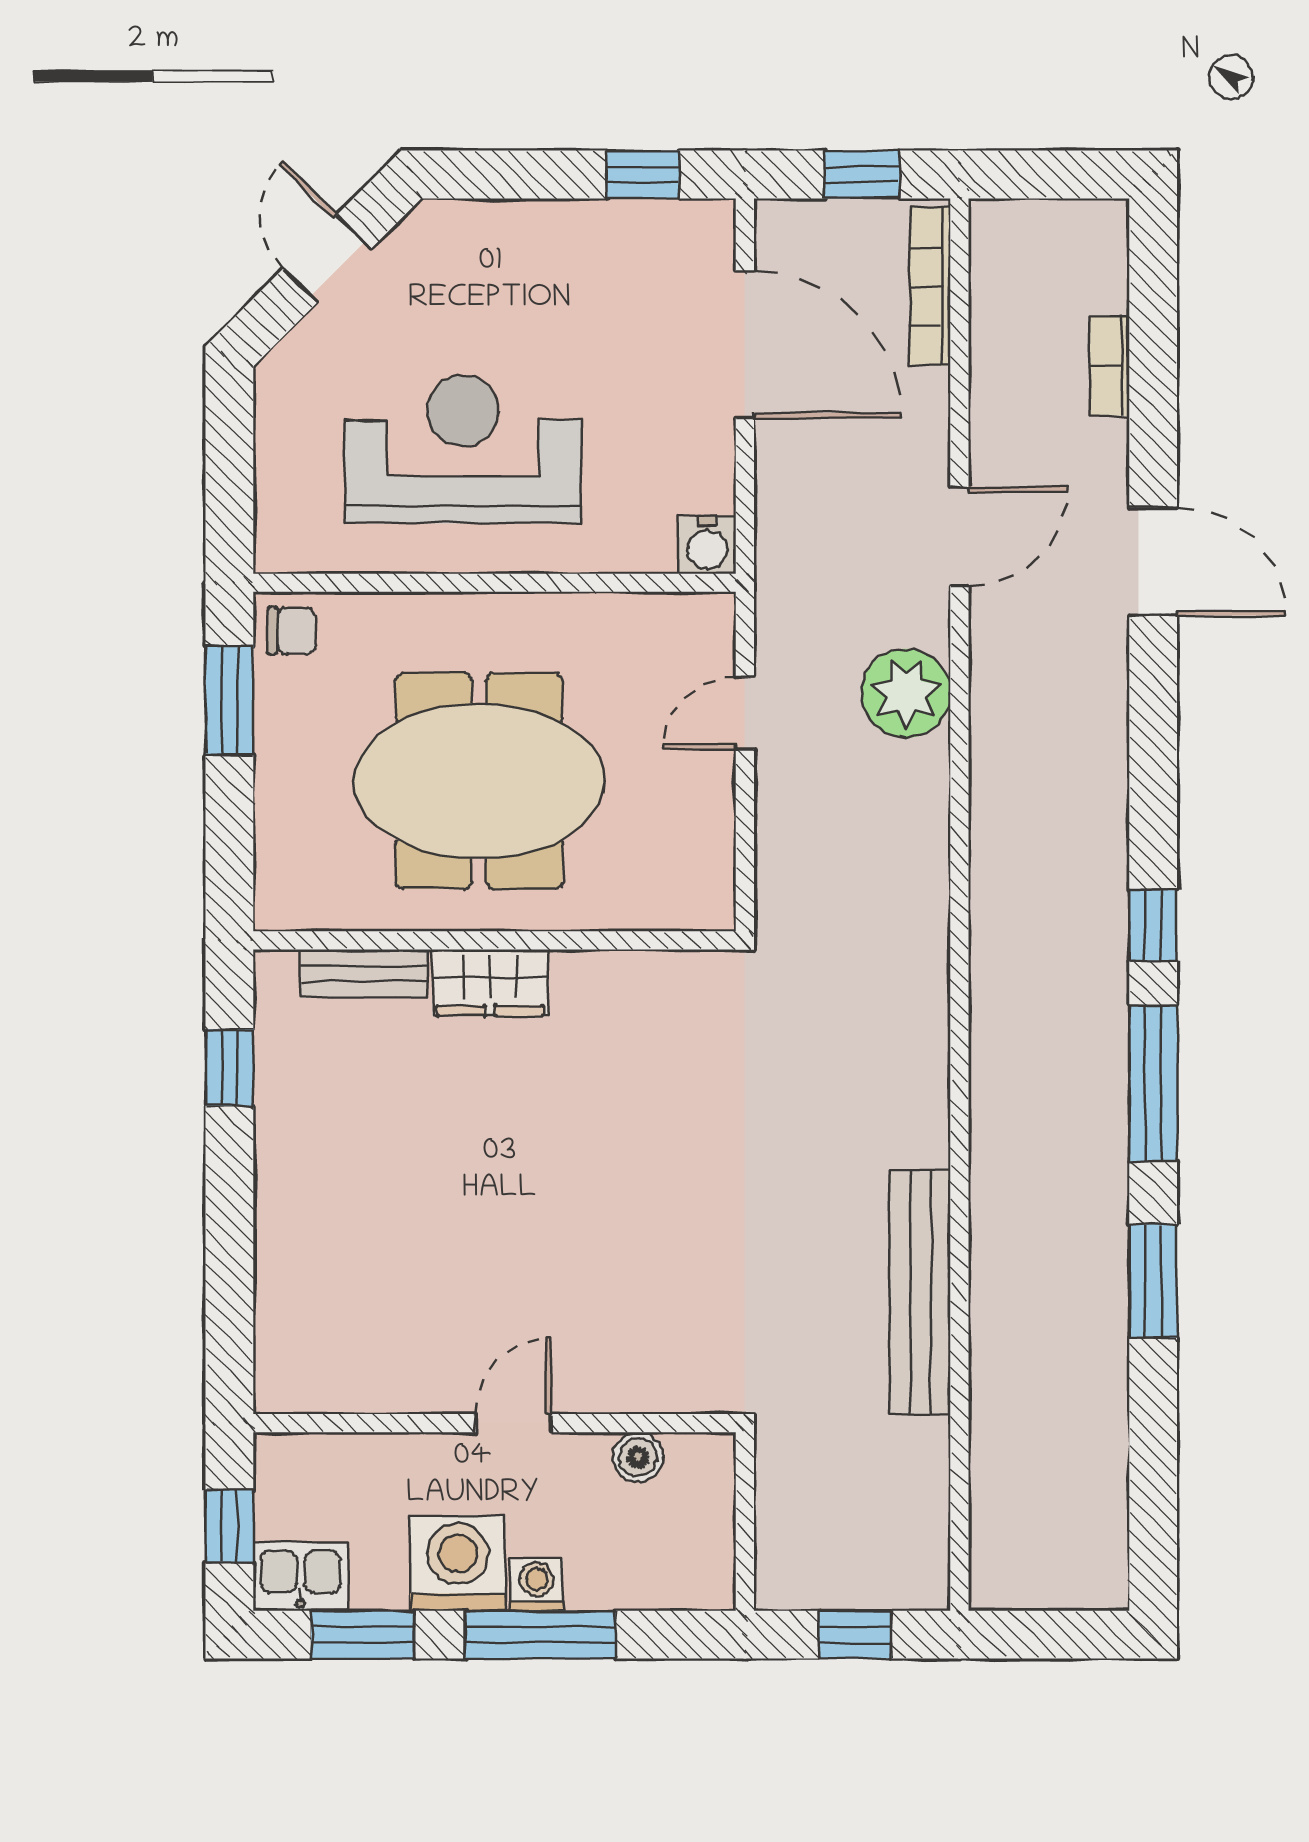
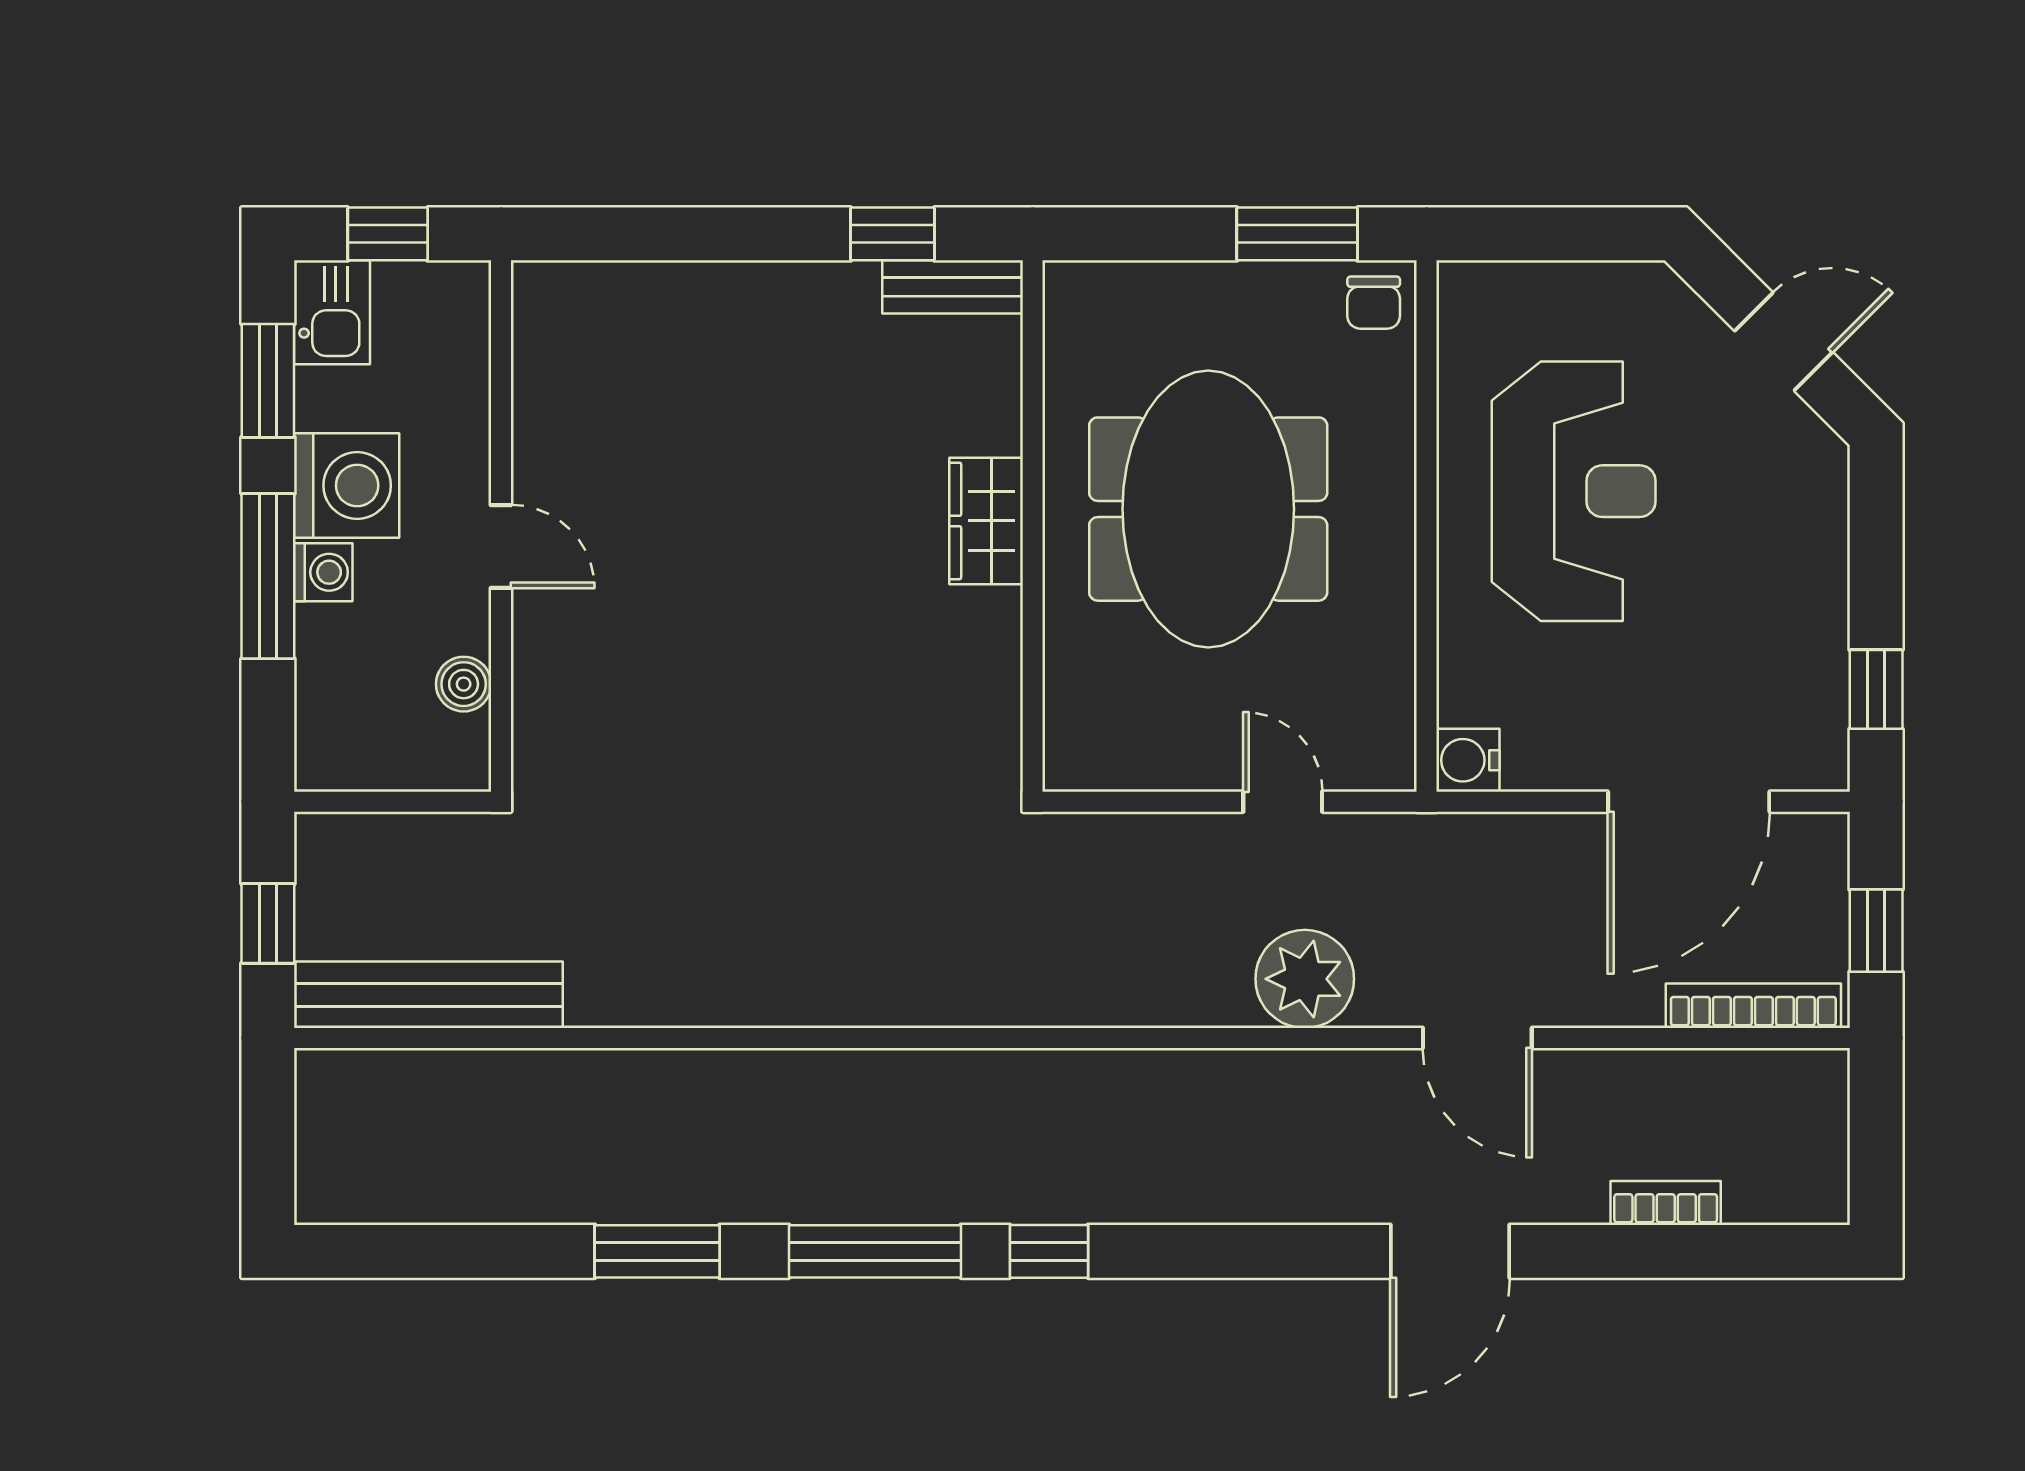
bench: (364, 974) -> (953, 287), moved, turned 90
bench: (920, 1292) -> (428, 995), moved

